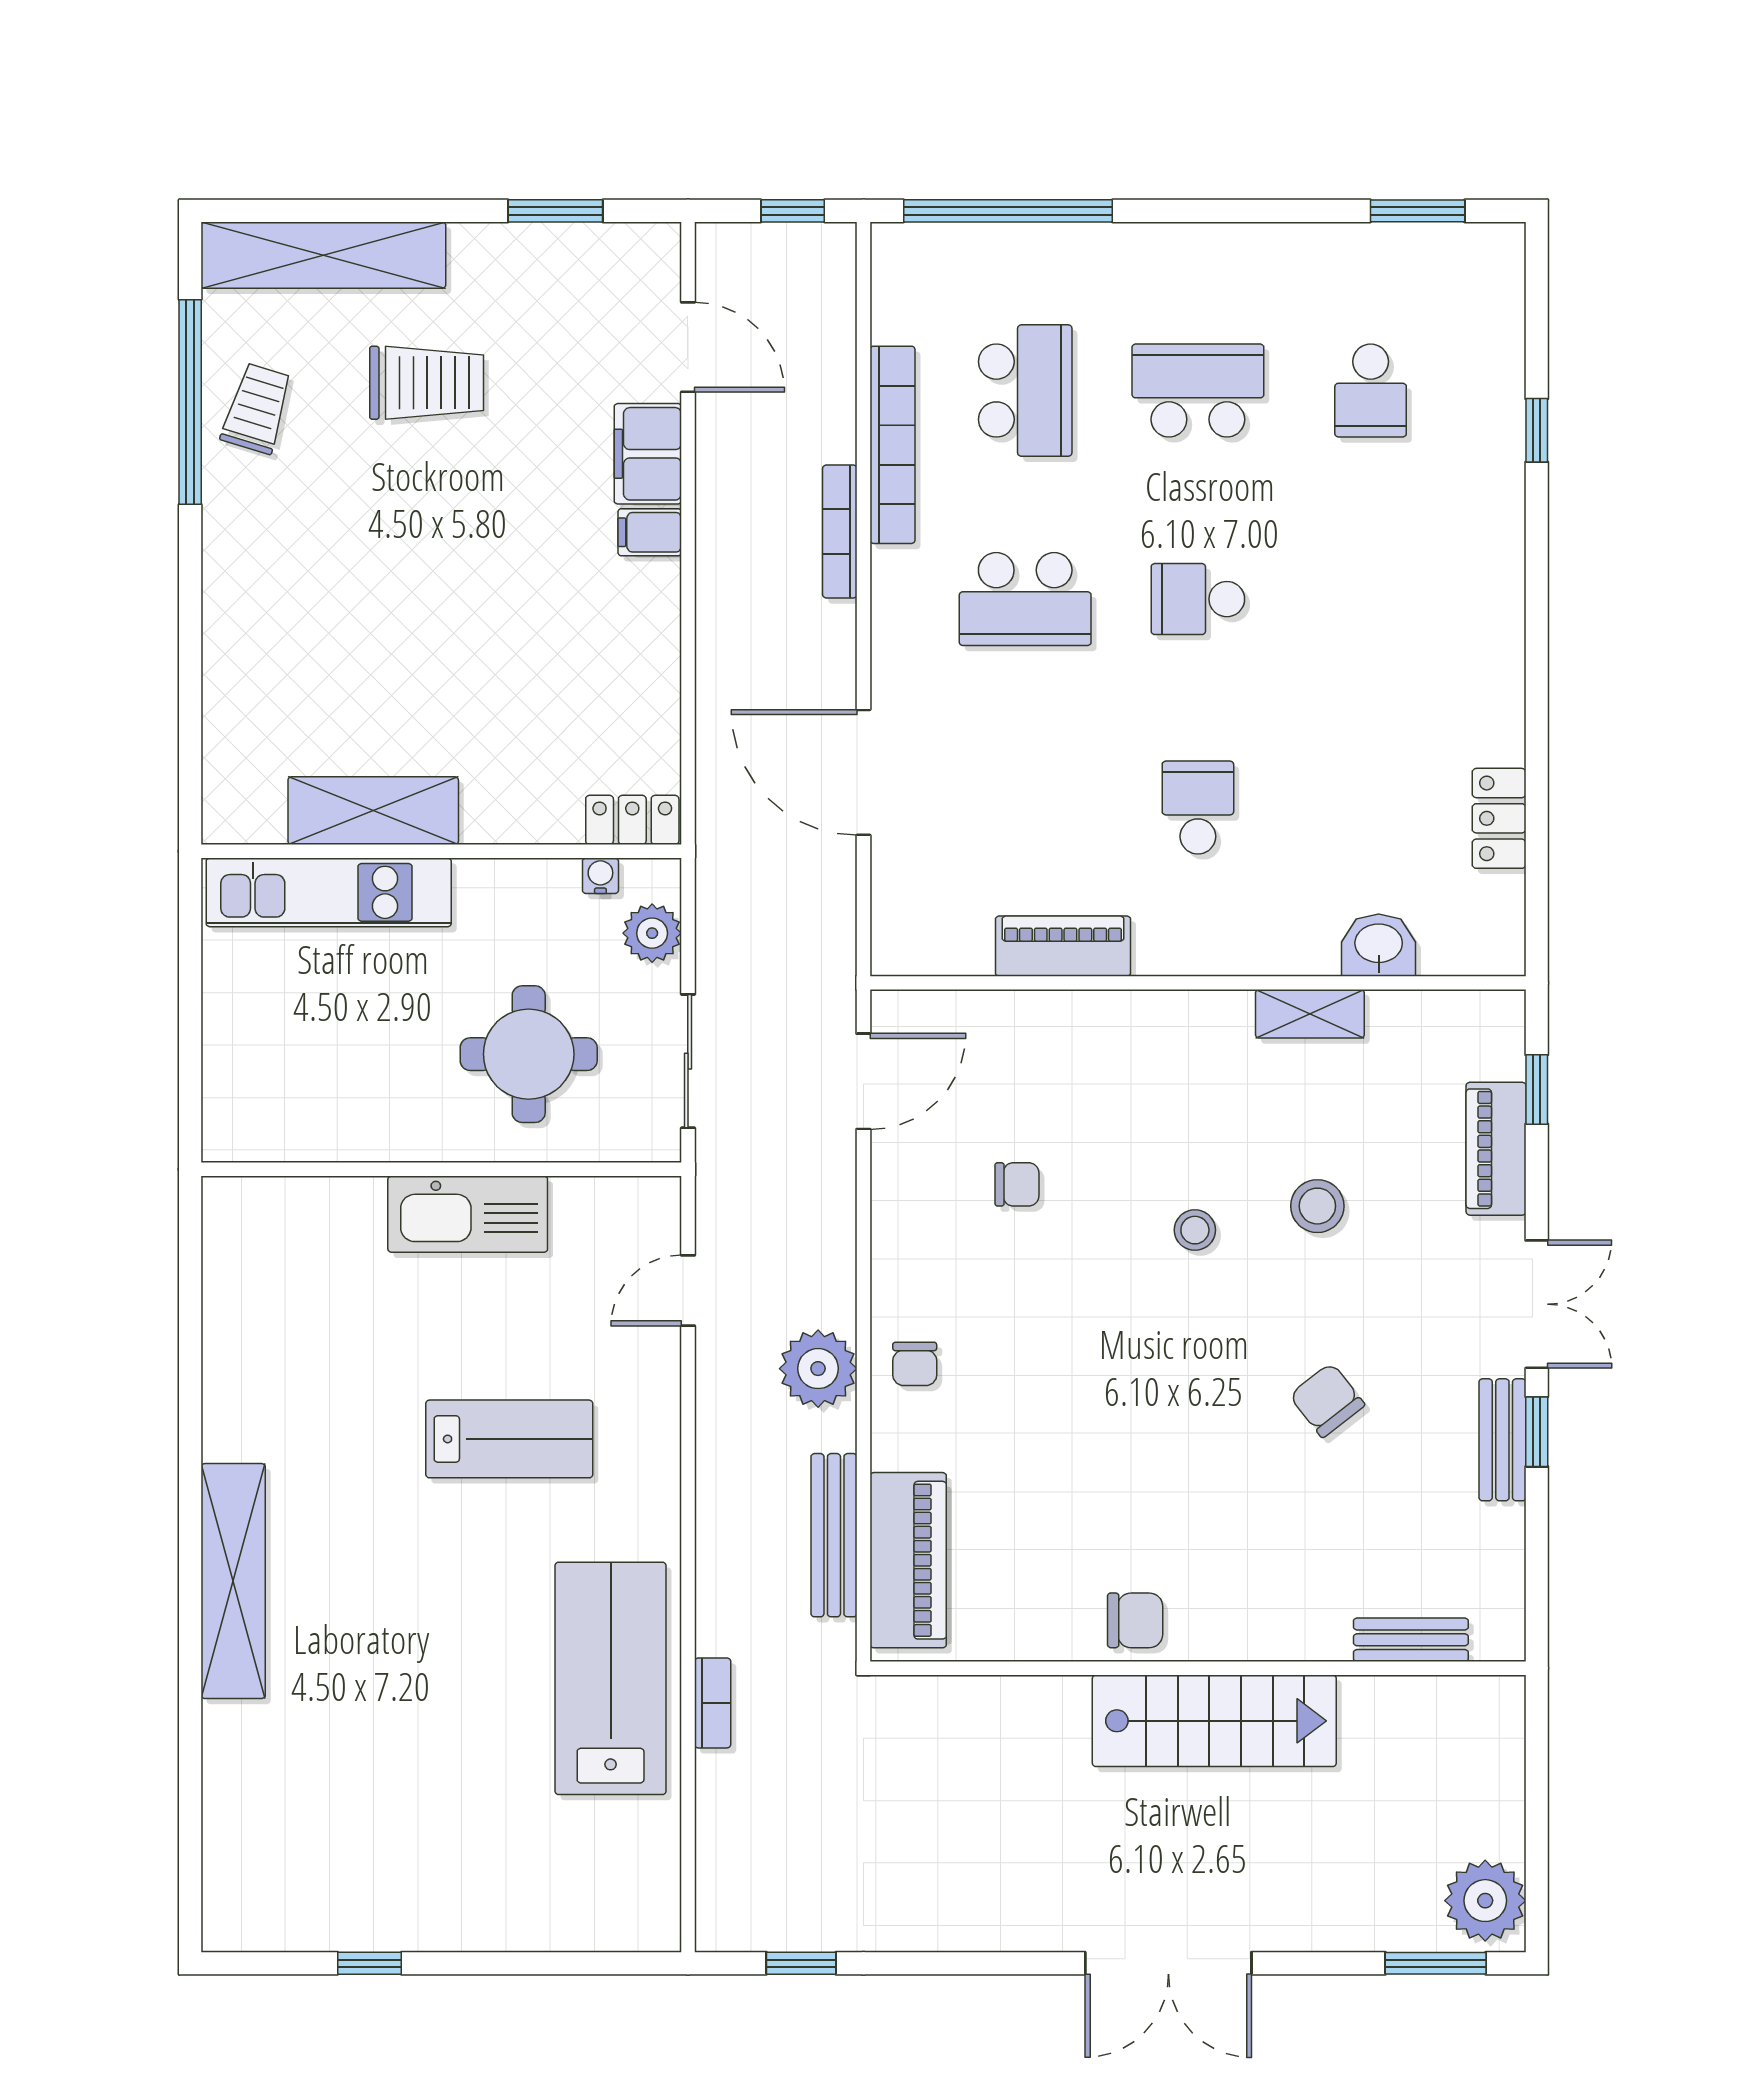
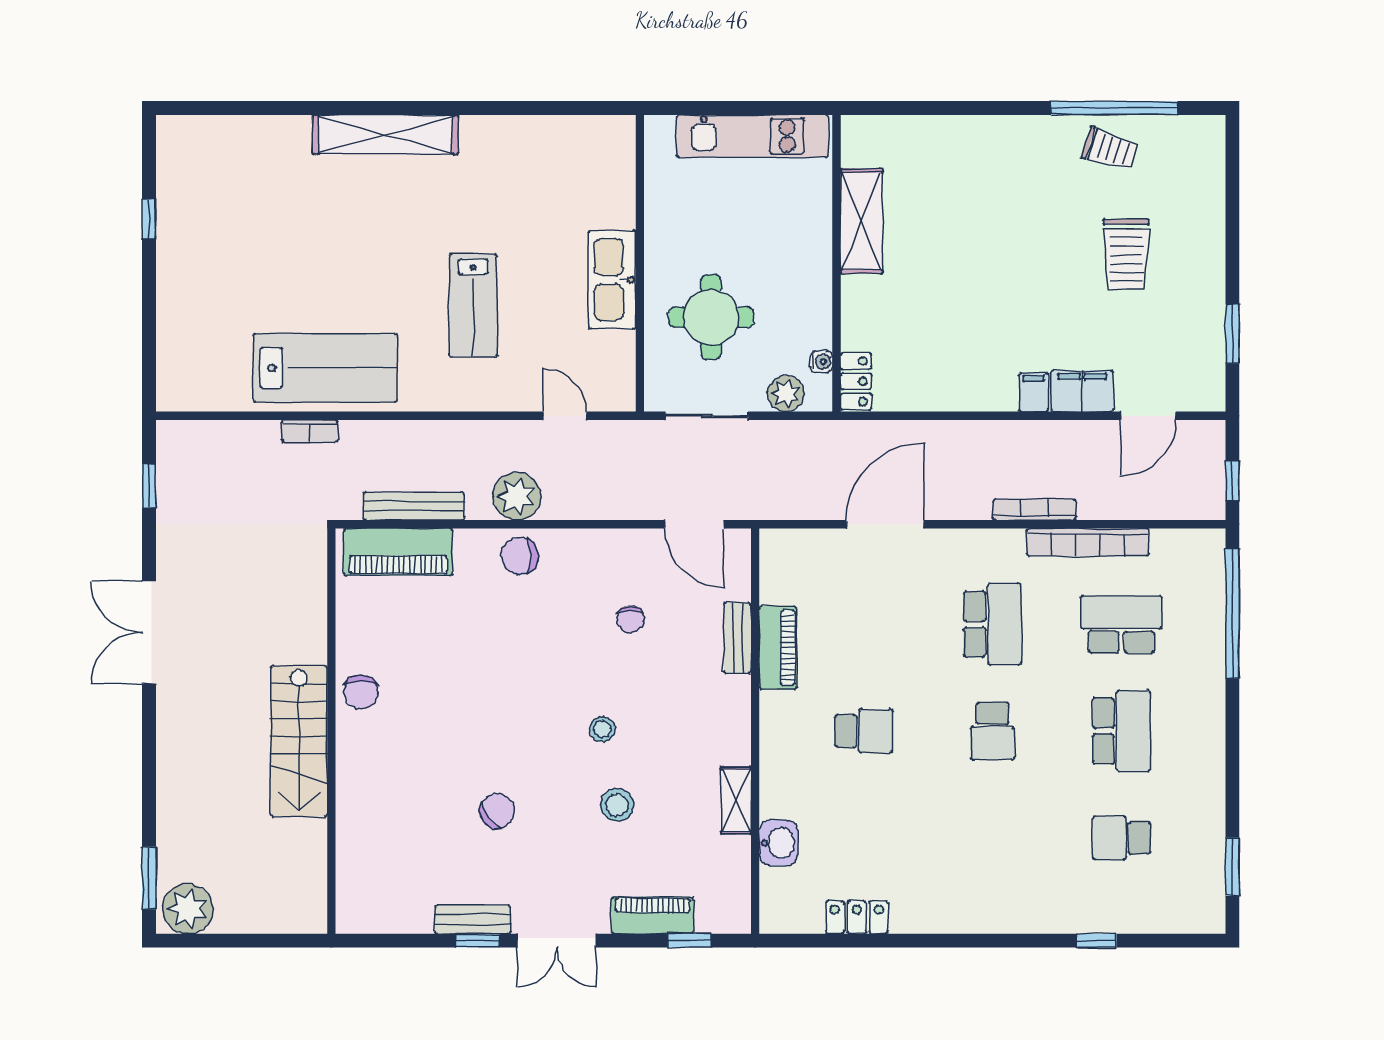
shelving: (323, 255) -> (1205, 190), removed
school desk: (1025, 391) -> (1121, 624), turned 180
school desk: (1025, 599) -> (992, 624), turned 180
school desk: (1198, 599) -> (992, 731), turned 180
kitchen unit: (329, 892) -> (752, 136), moved, turned -90
chair: (915, 1364) -> (520, 556), width x1.37, depth x1.37
bench: (1411, 1640) -> (738, 638), moved
double door: (1168, 1963) -> (149, 632), moved

